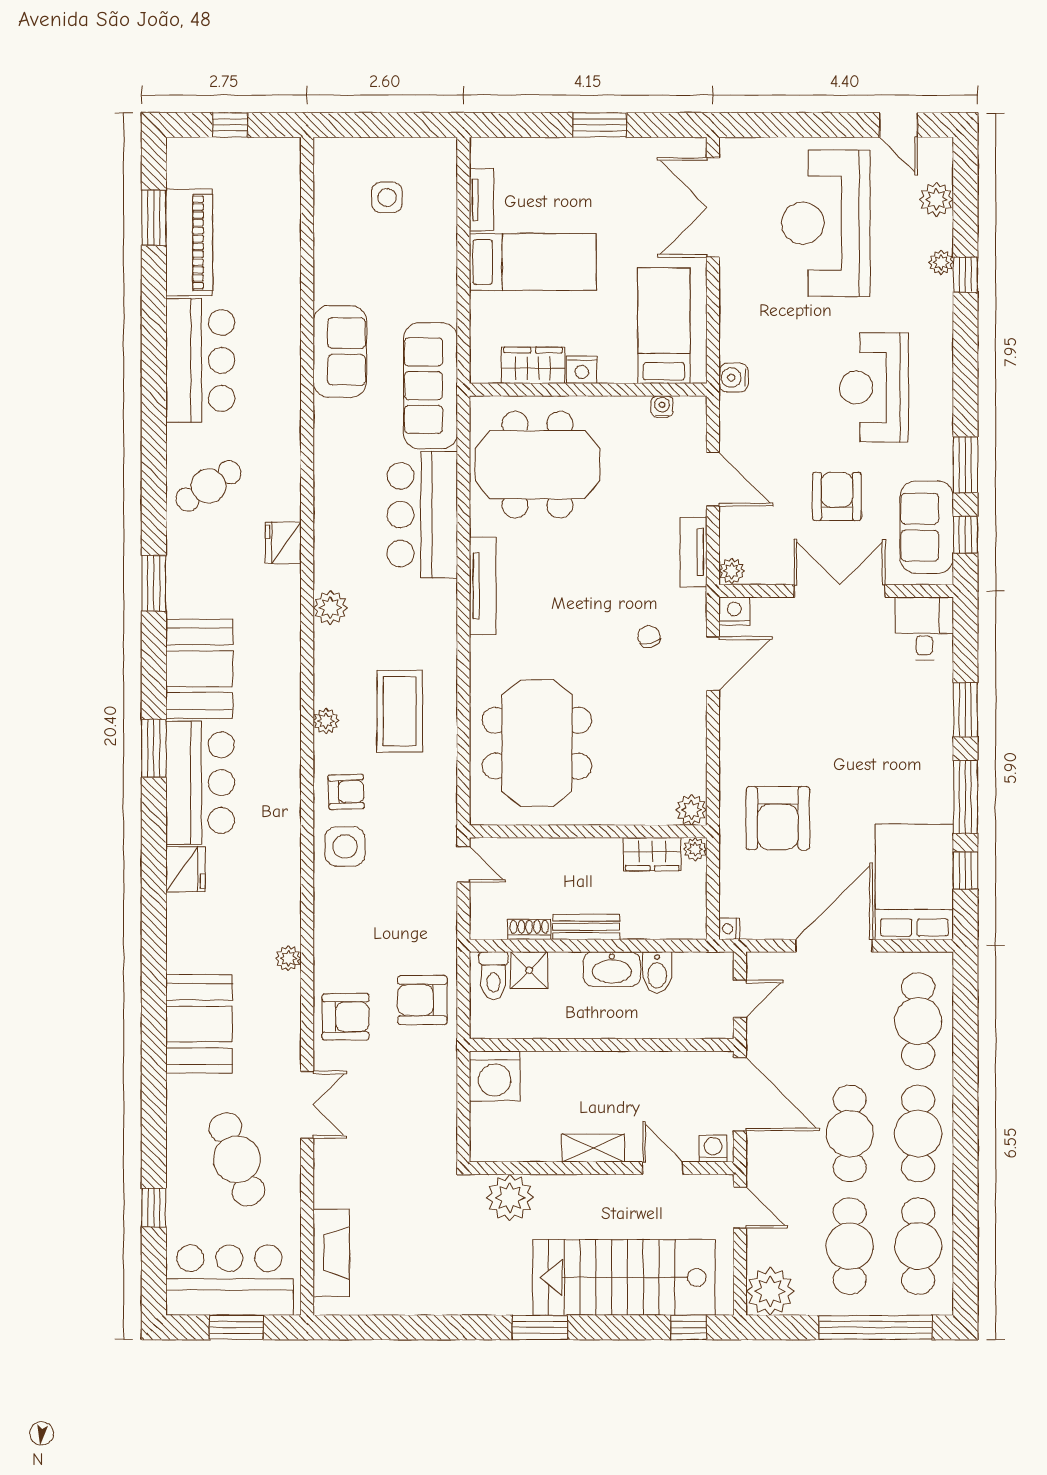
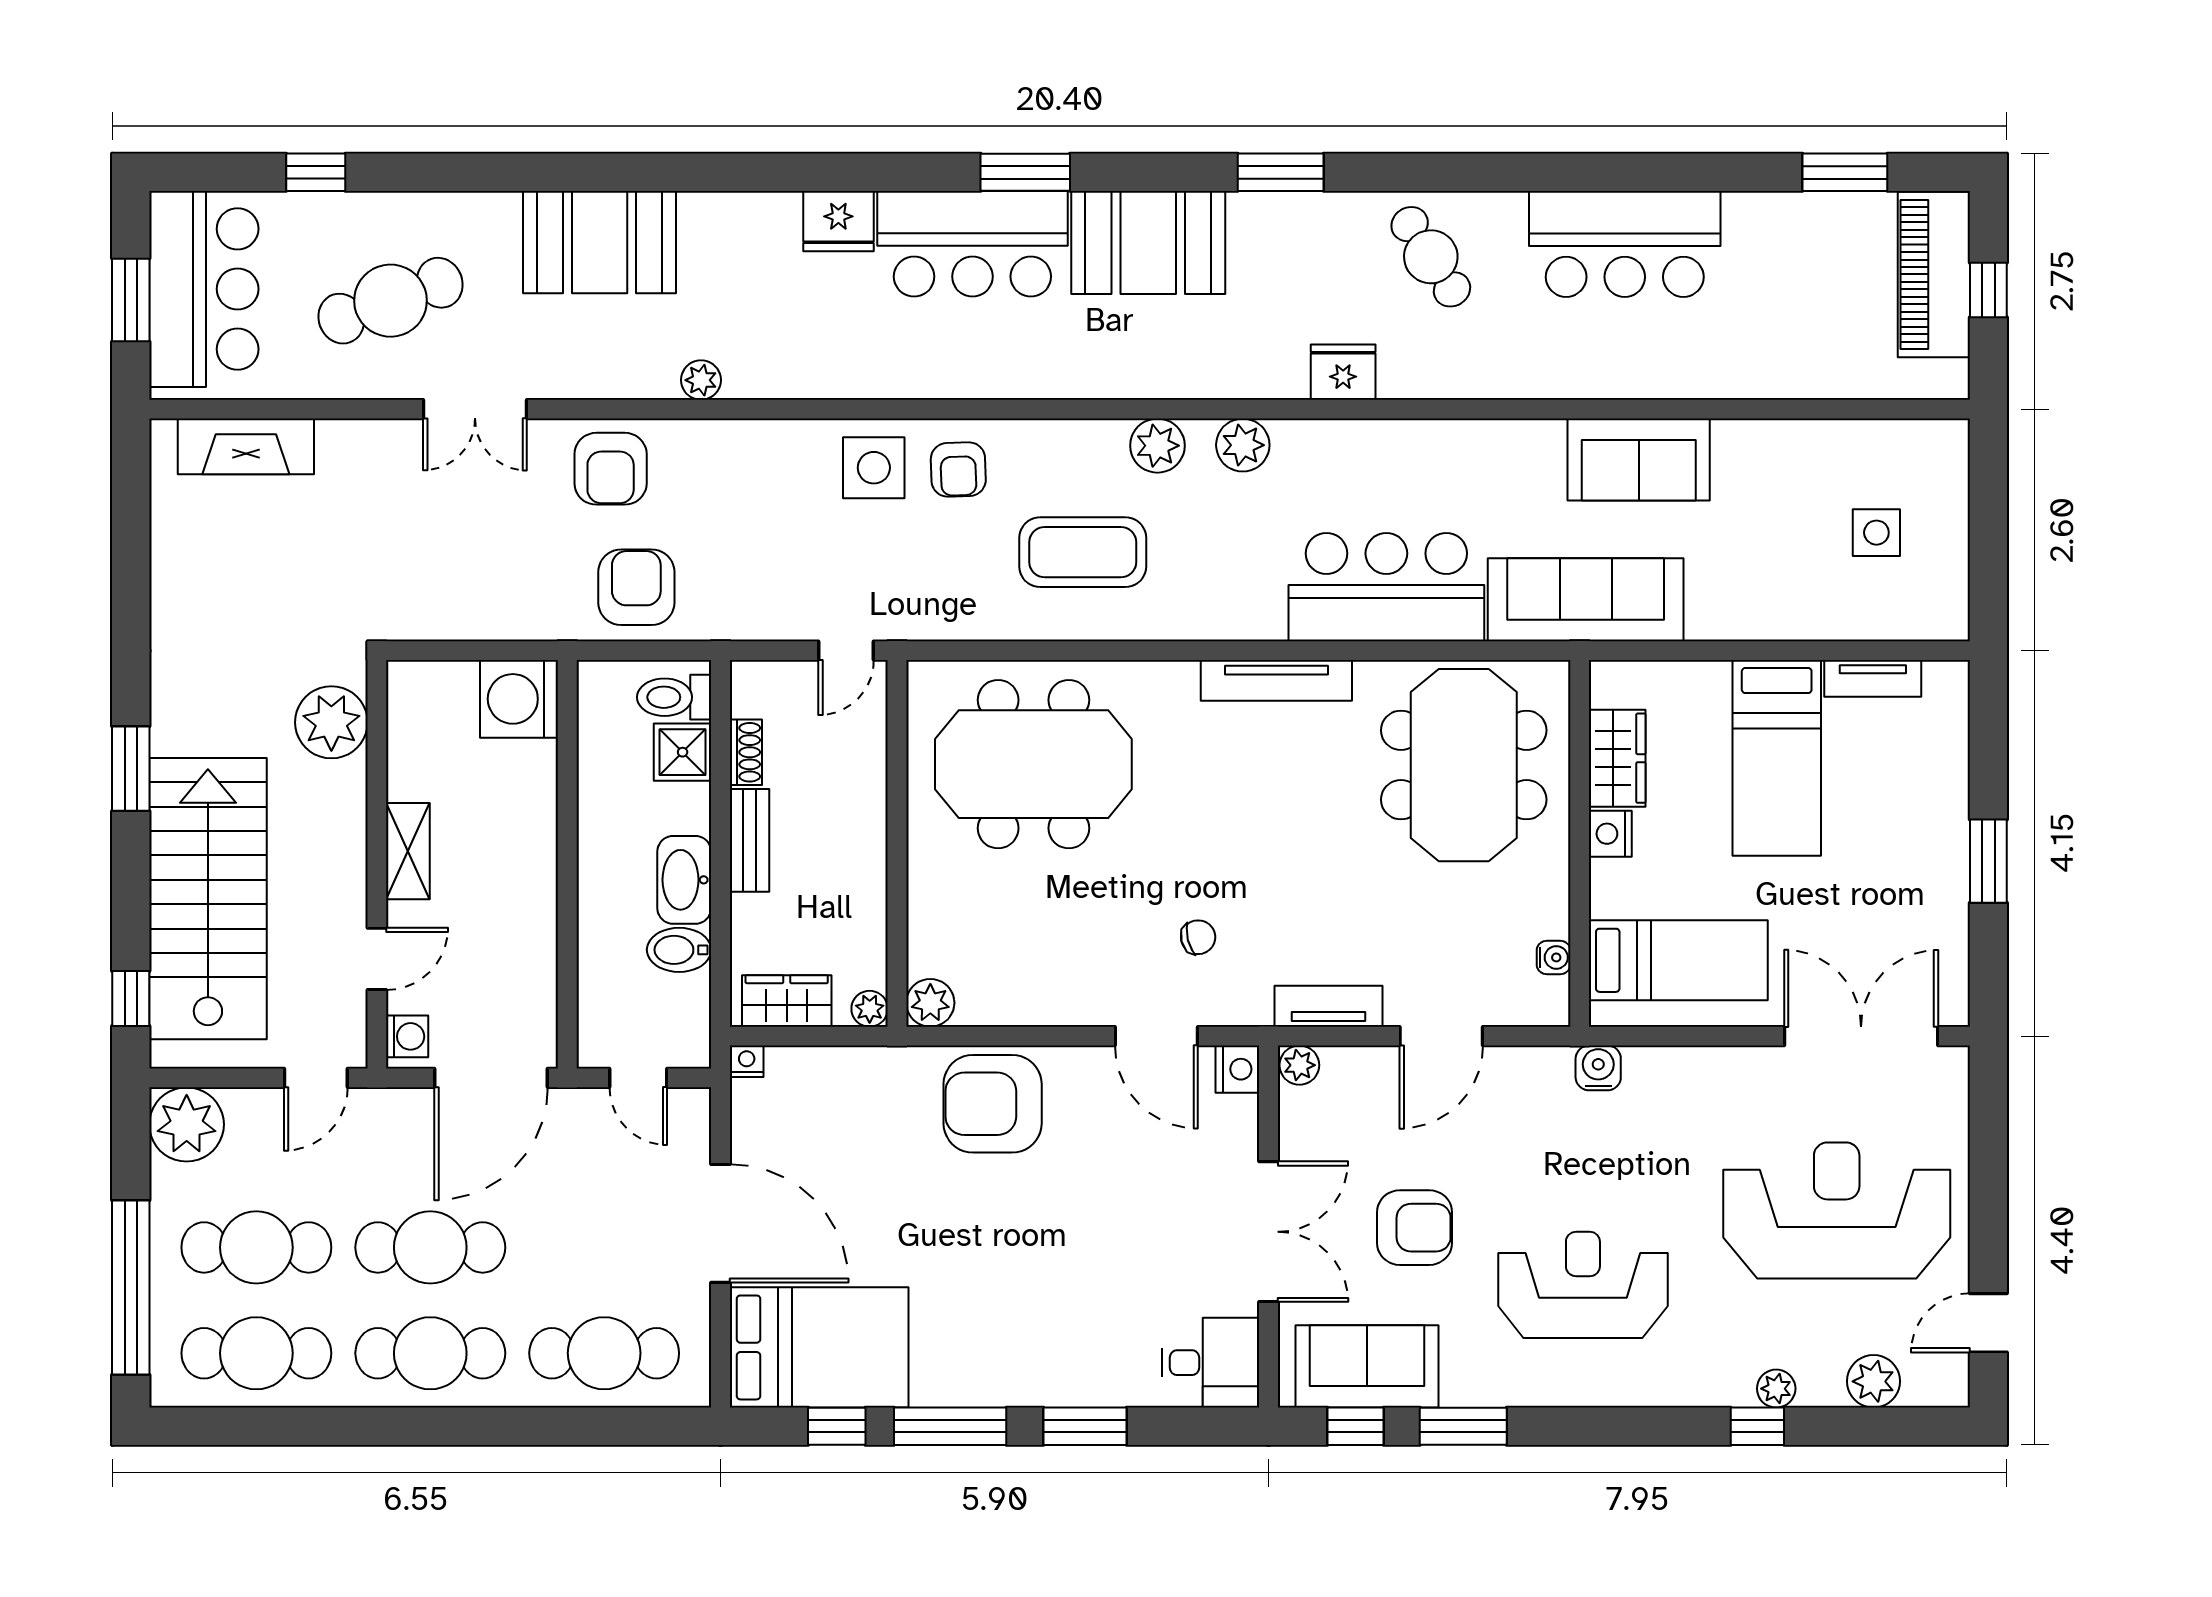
piano: (189, 243) -> (1934, 274), moved, turned 90
plant: (326, 721) -> (1157, 446), moved, width x1.38, depth x1.38
armchair: (778, 818) -> (993, 1104), moved
wardrobe: (652, 854) -> (787, 1001), moved, turned 90

